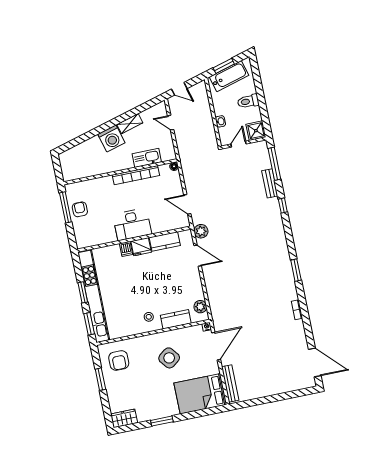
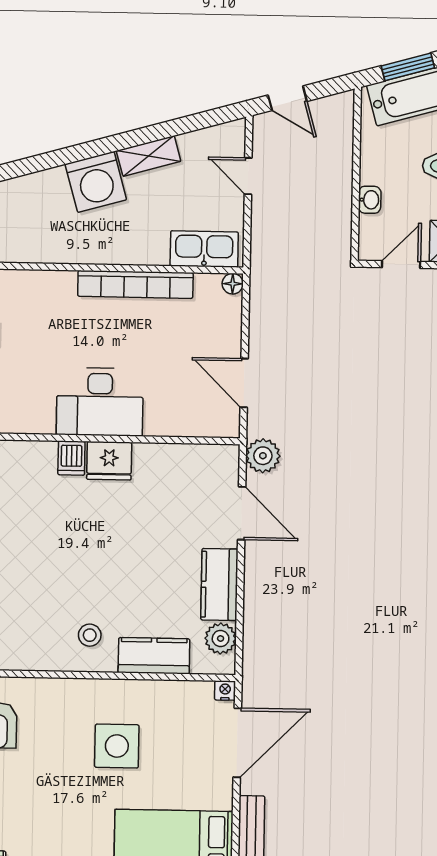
kitchen sink: (147, 158) -> (204, 249), moved
kitchen counter: (165, 241) -> (219, 584), moved, turned 90
side table: (169, 358) -> (117, 746), turned 38

